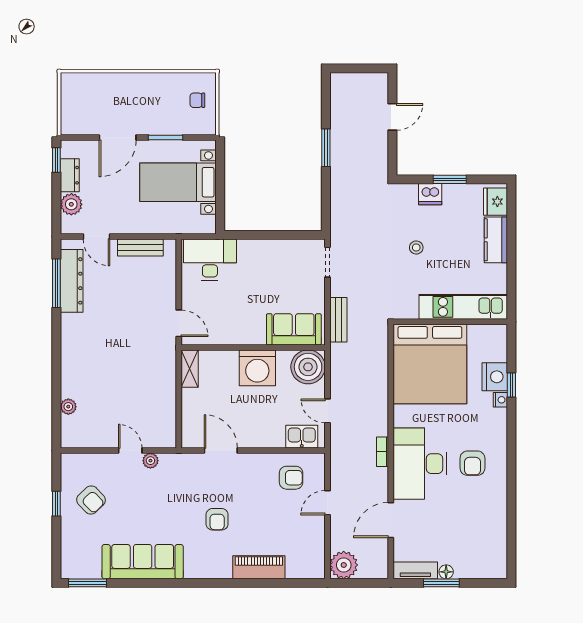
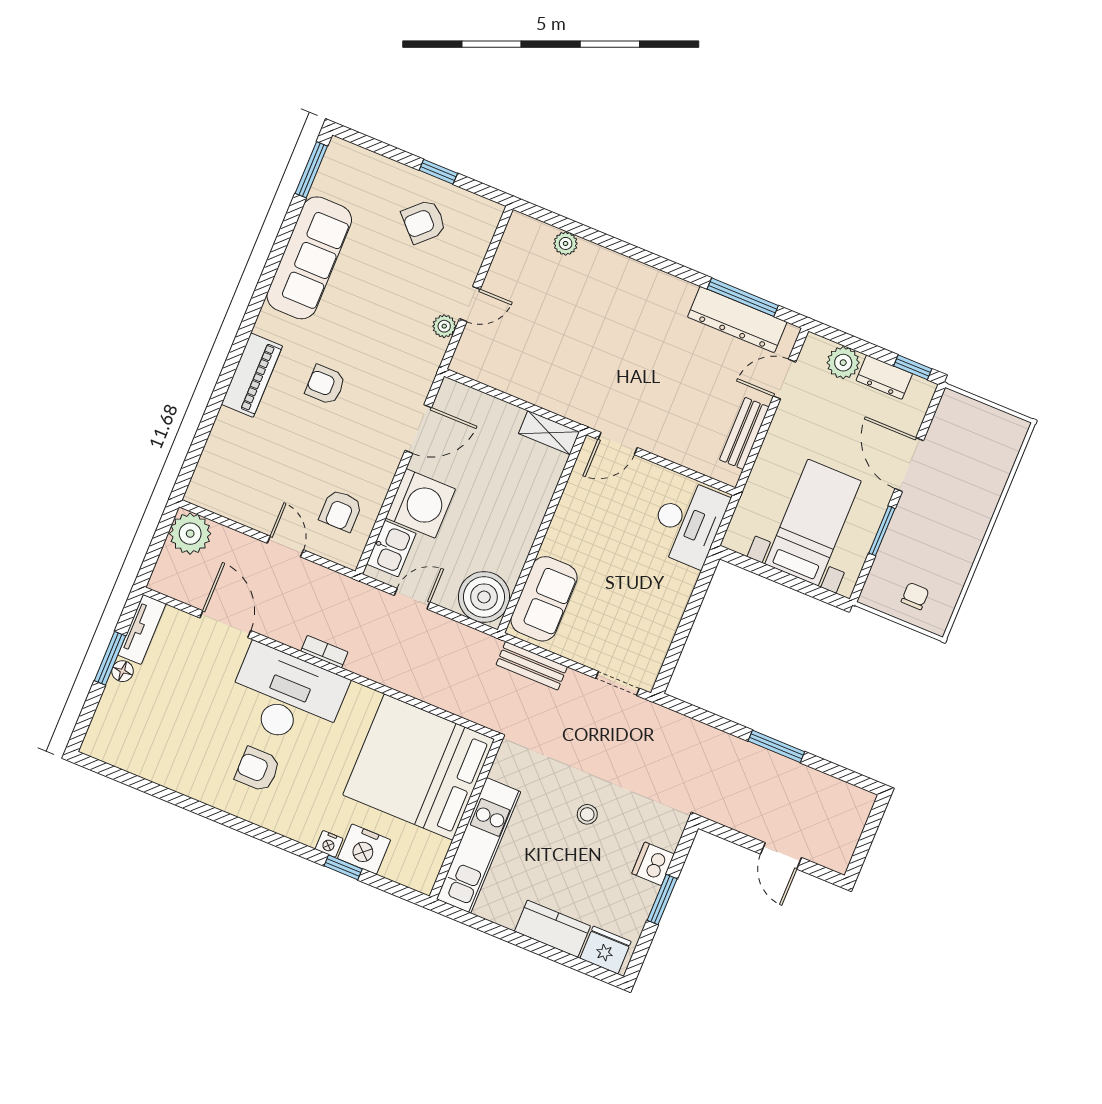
washing machine: (257, 368) -> (420, 503), moved, turned 180
piano: (259, 567) -> (252, 375), moved

